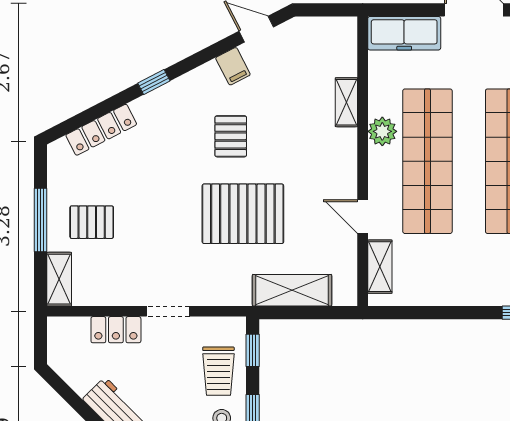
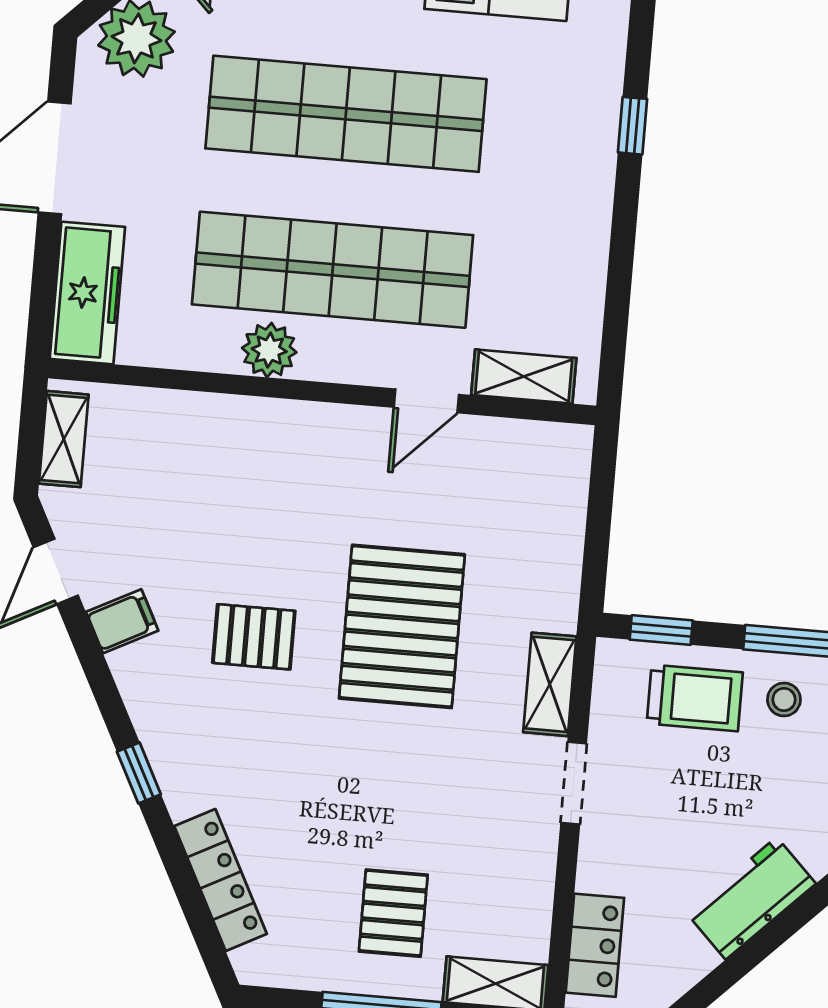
shelving: (346, 102) -> (64, 439), moved, turned 90
shelving: (292, 290) -> (550, 684), moved, width x0.67, depth x0.75
locker: (116, 330) -> (595, 945), moved

